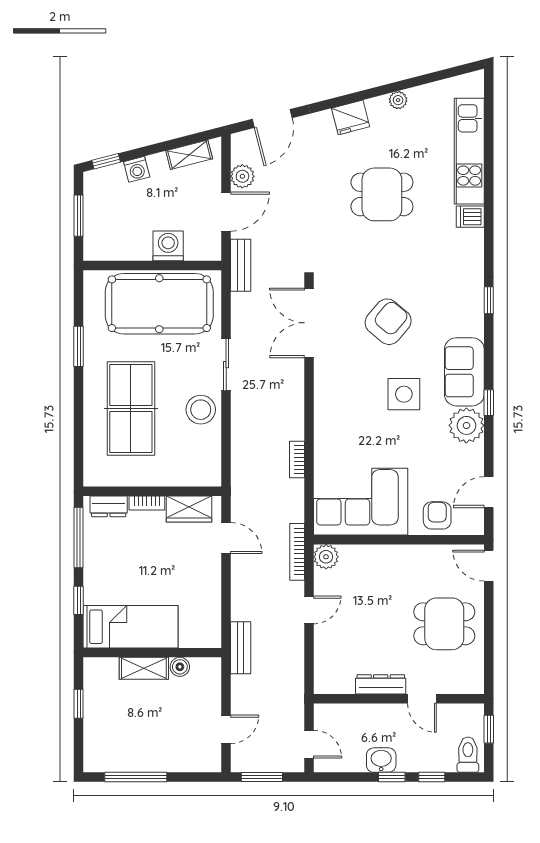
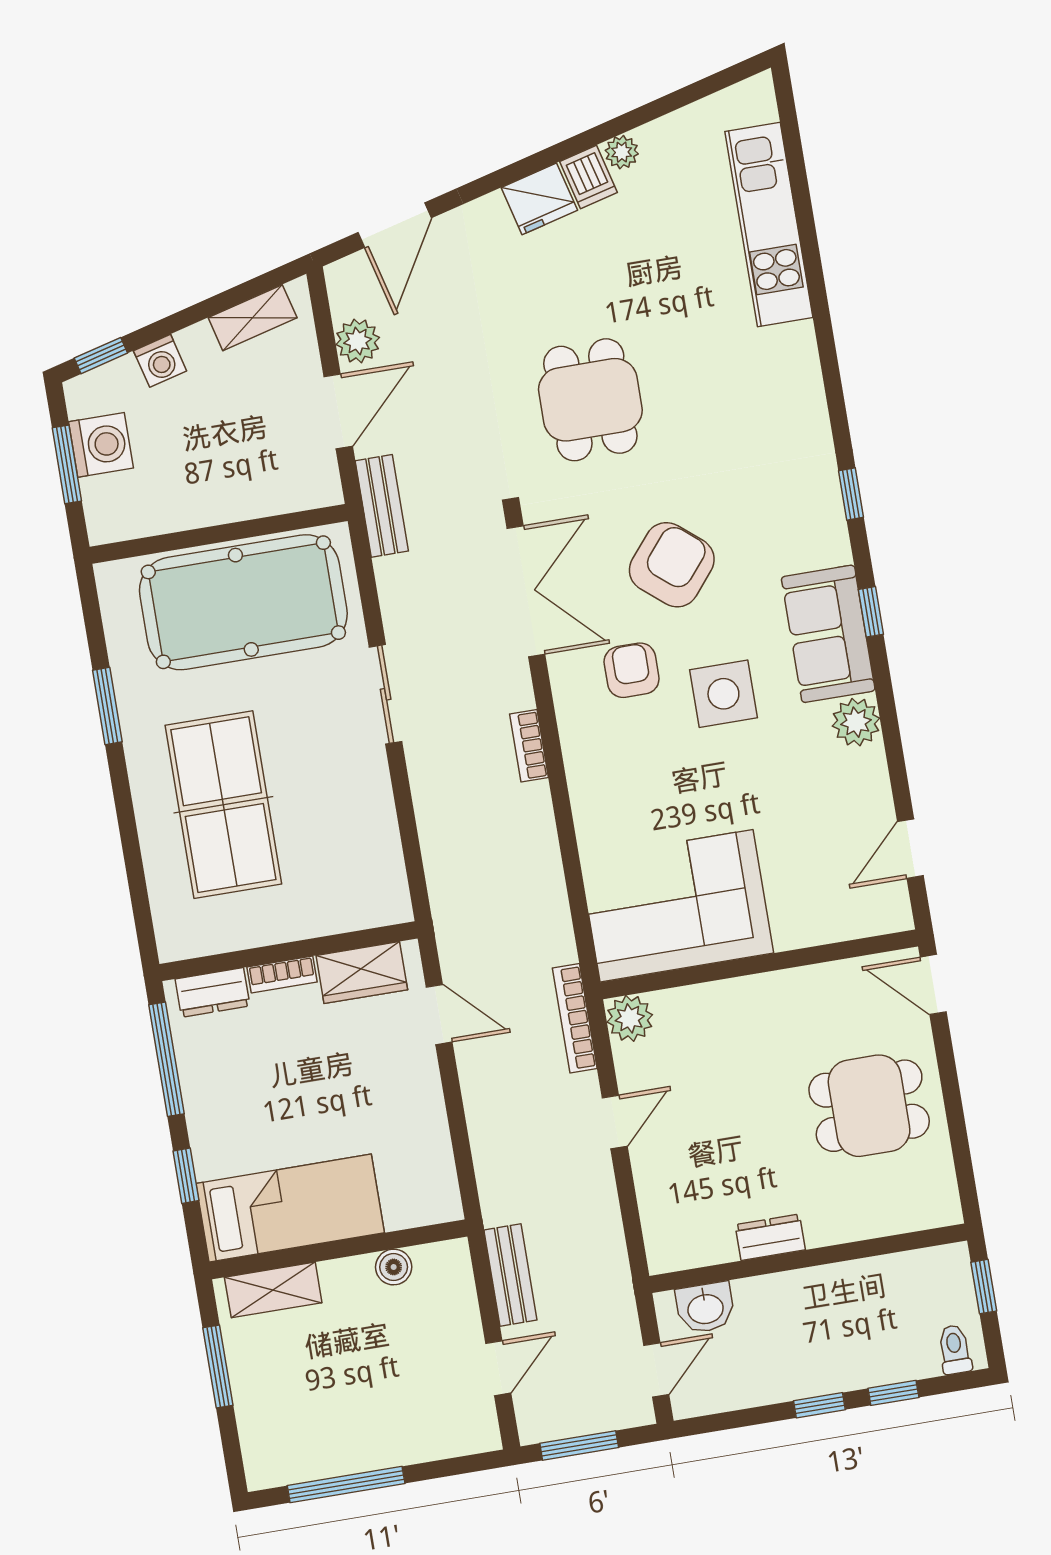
dining table: (382, 194) -> (590, 400), moved, turned 90
dishwasher: (470, 217) -> (589, 177), moved, turned -104
washing machine: (168, 246) -> (101, 445), moved, turned 90
double door: (309, 323) -> (526, 591), swing flipped
window: (489, 403) -> (871, 612), moved
stool: (201, 410) -> (353, 785), removed
plant: (466, 425) -> (856, 722), width x0.73, depth x0.73
bookcase: (297, 460) -> (529, 746), moved
armchair: (437, 515) -> (632, 670), moved
bench: (241, 648) -> (510, 1275), moved
shelving: (144, 668) -> (273, 1290), moved
dresser: (381, 684) -> (770, 1237), width x0.70
door: (422, 699) -> (851, 1251), removed
window: (79, 704) -> (218, 1366), width x1.50
door: (309, 744) -> (656, 1370), hinge flipped
toilet: (468, 755) -> (955, 1349), width x0.73, depth x0.72
washbasin: (381, 760) -> (705, 1308), moved, turned 180

